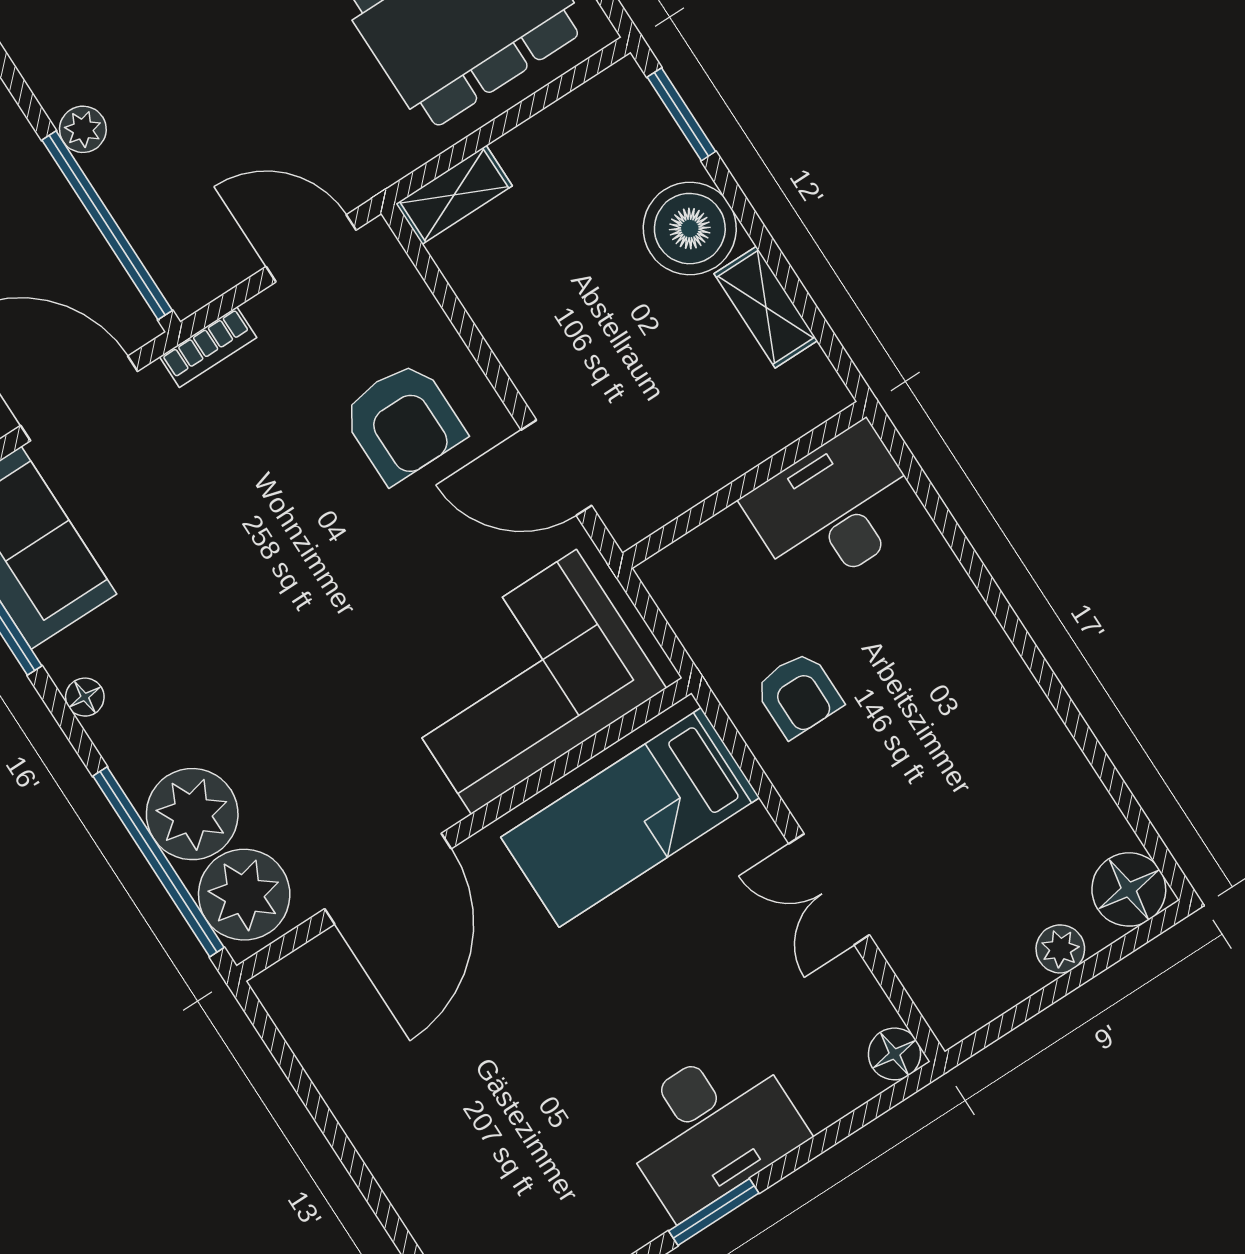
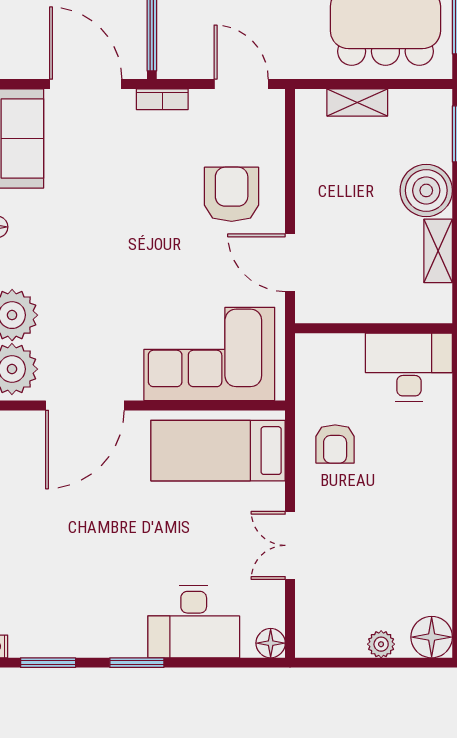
shelving: (454, 195) -> (357, 102), moved
armchair: (403, 422) -> (232, 194), turned 180
desk: (711, 1128) -> (194, 622), moved

